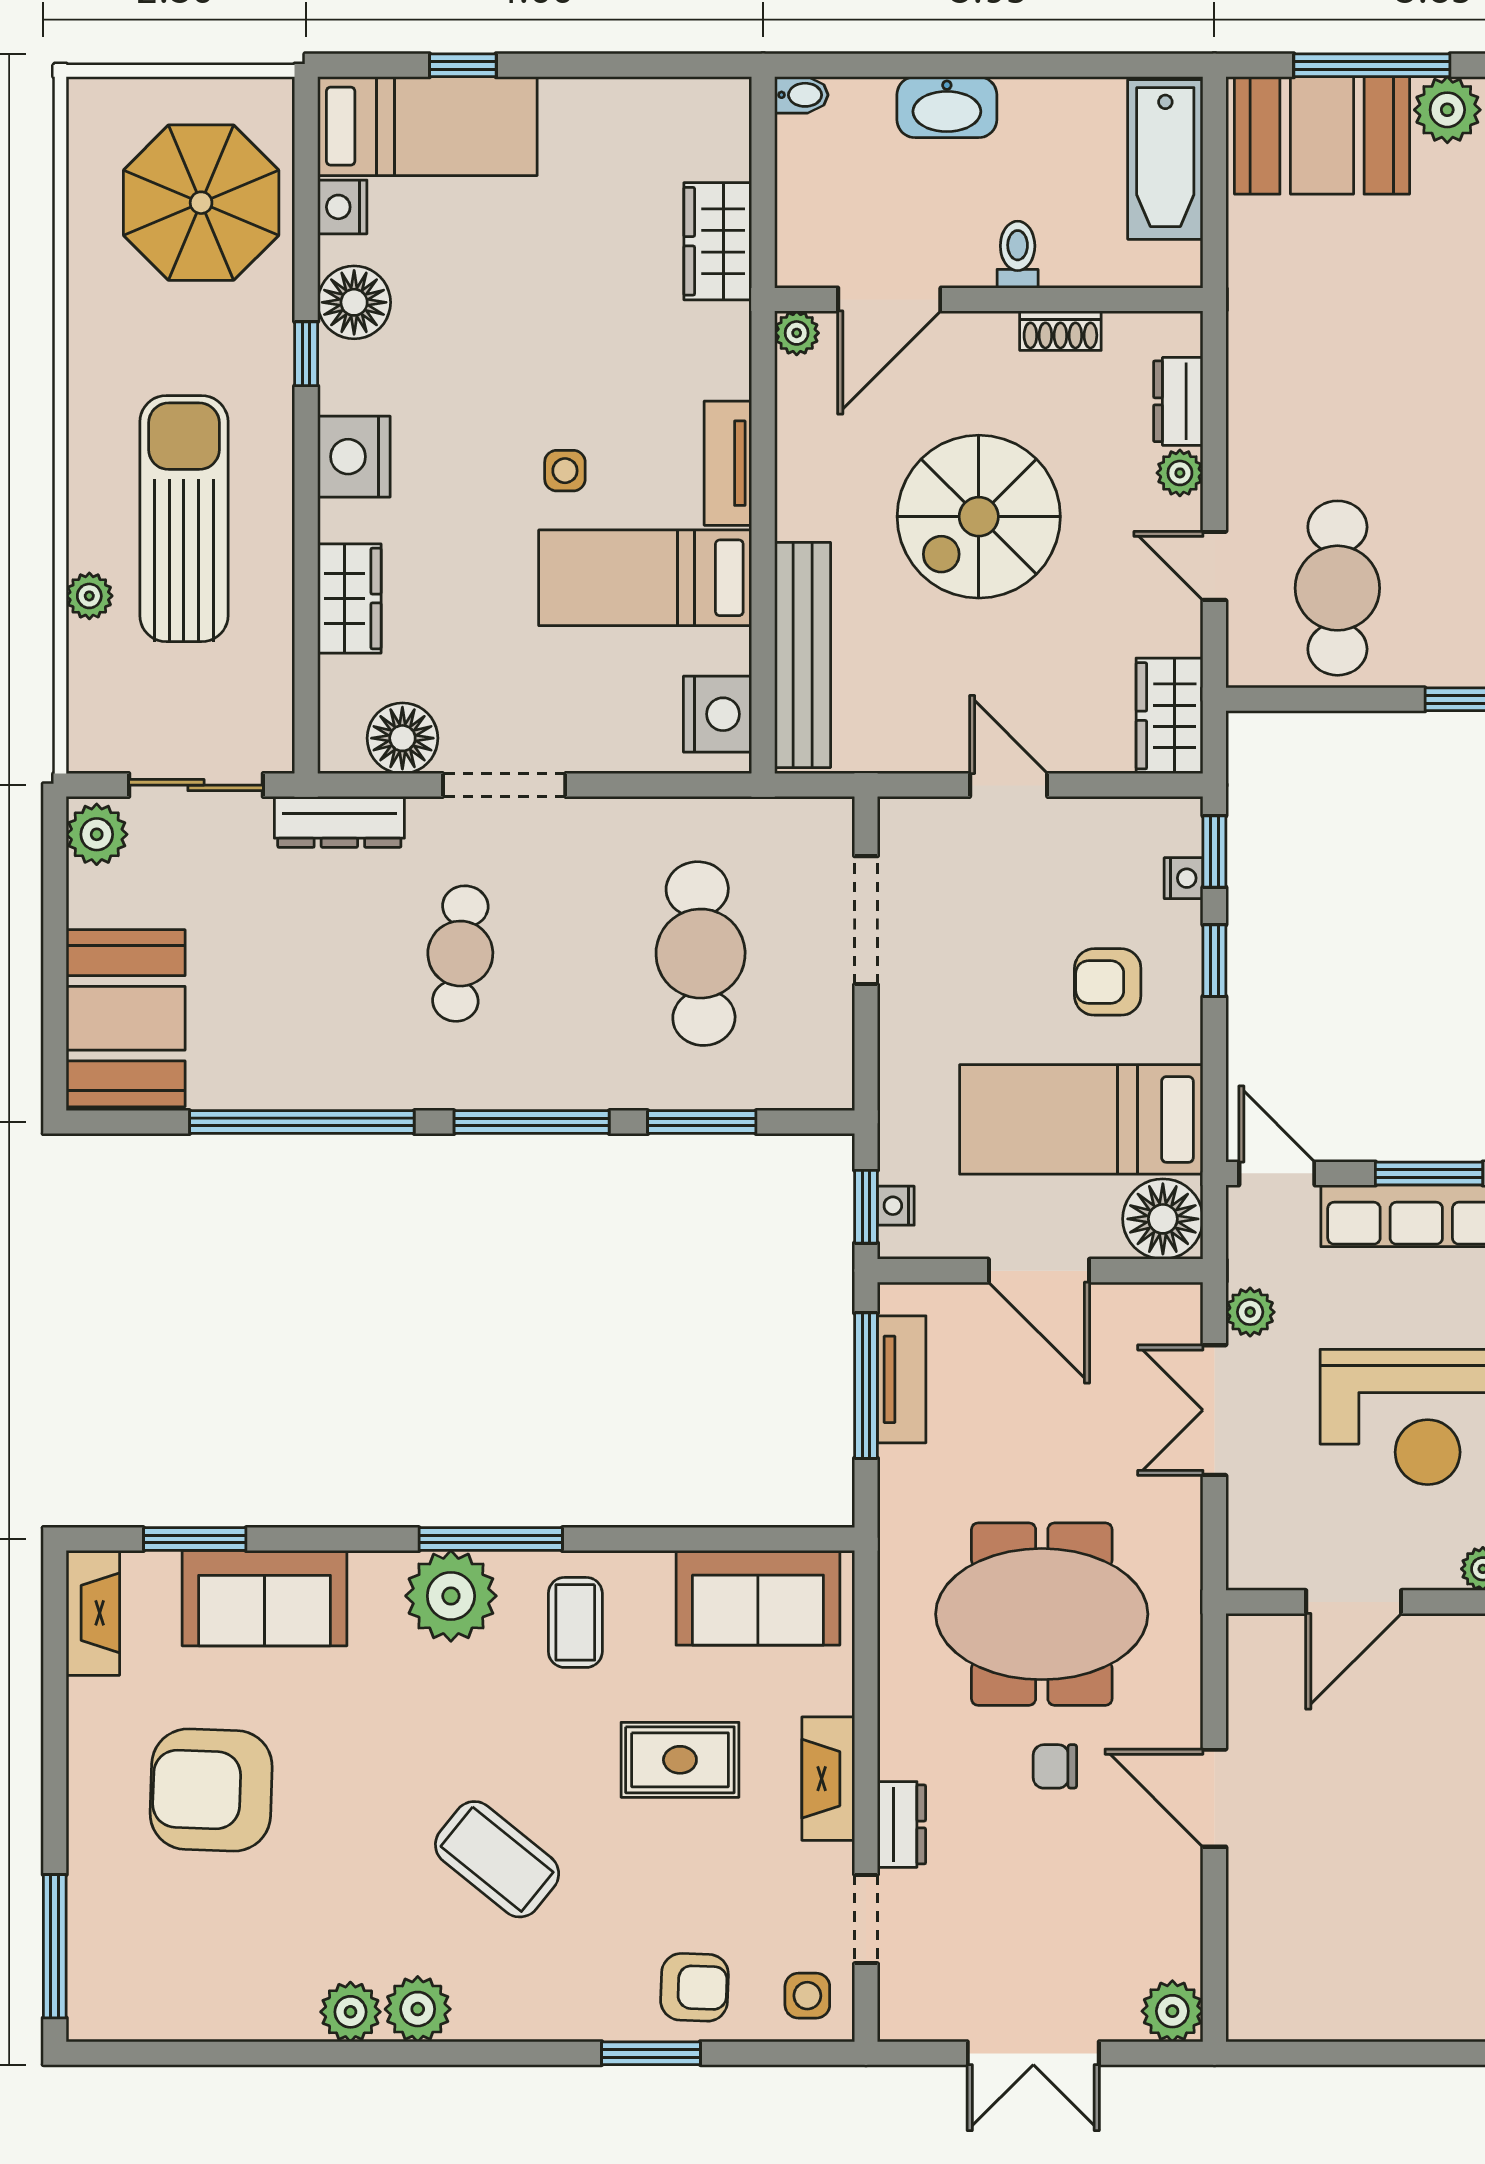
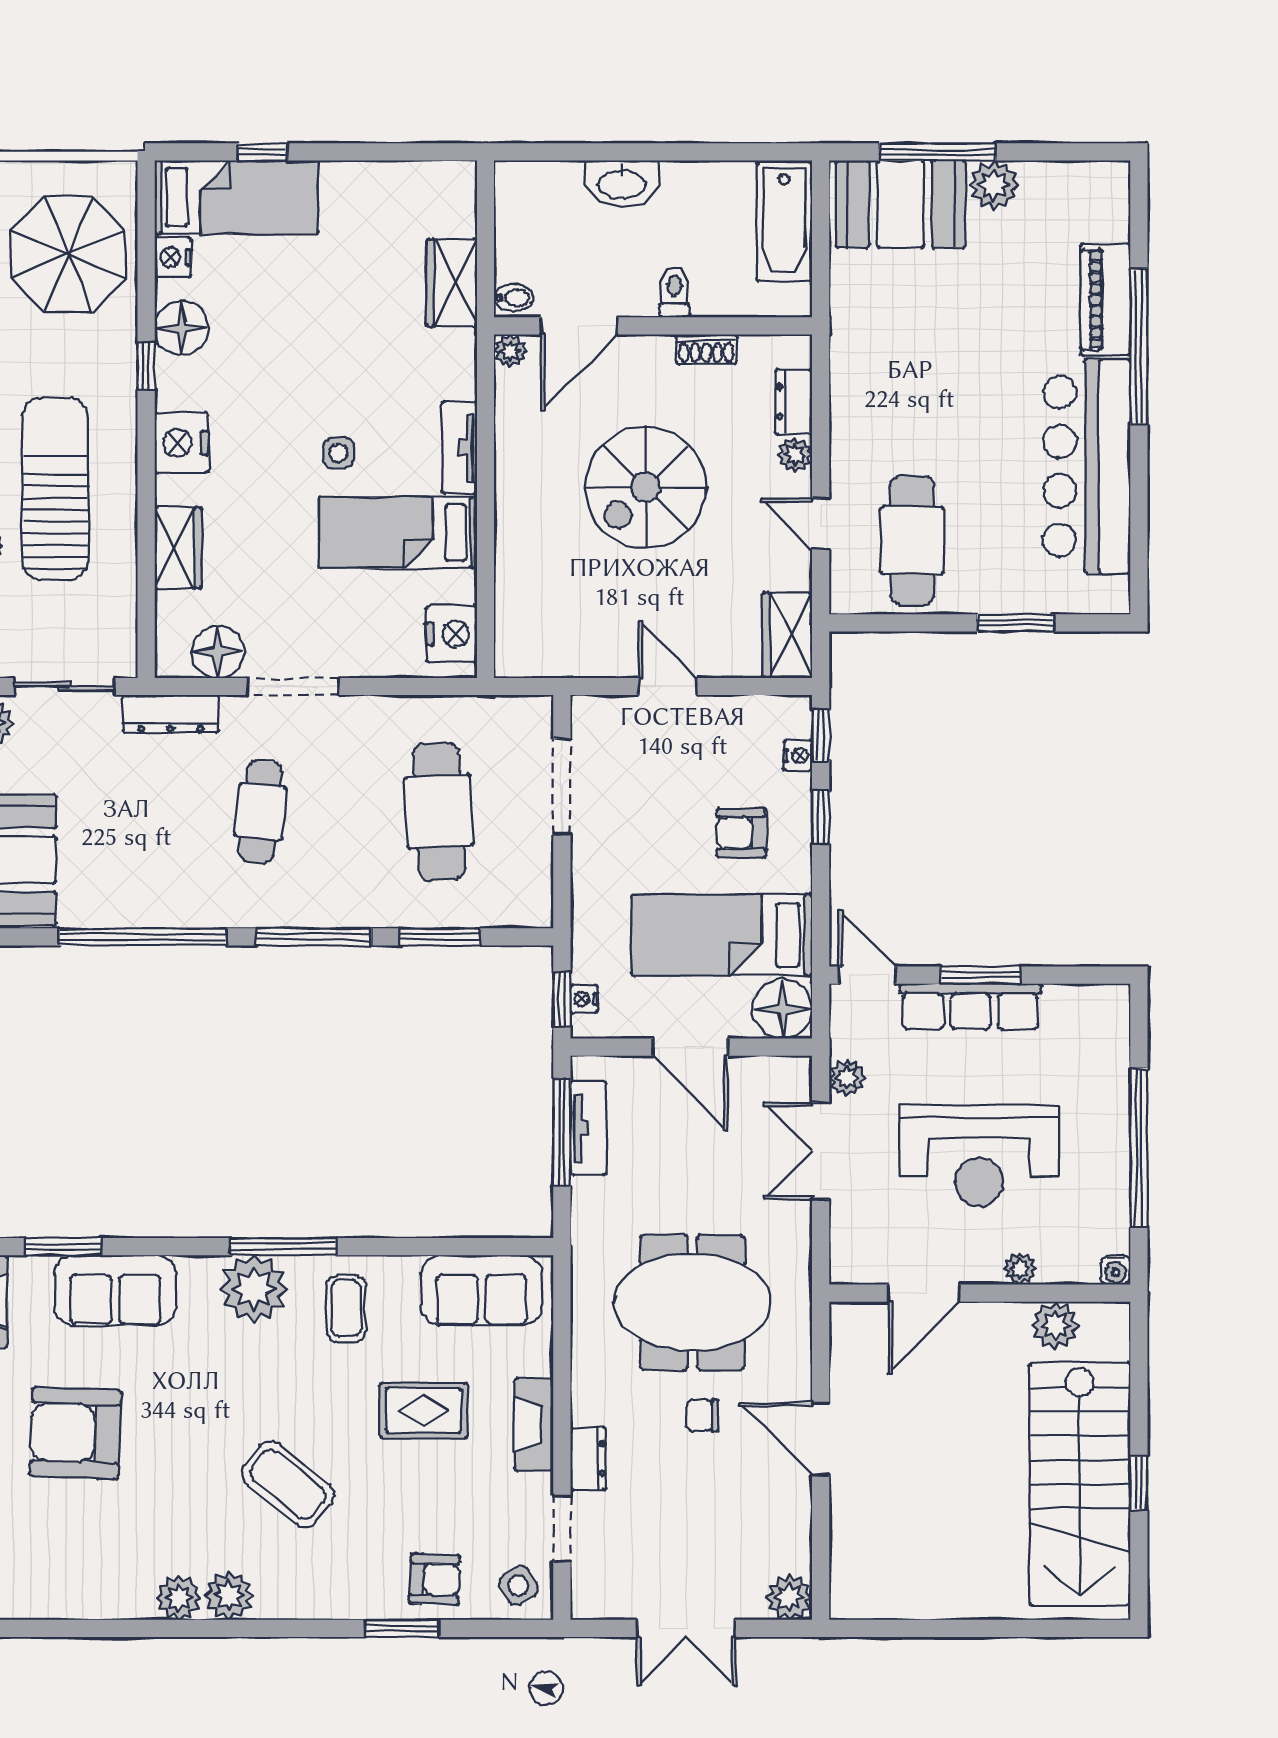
bidet: (801, 95) -> (514, 298), moved
bench: (803, 655) -> (515, 590), removed
side table: (807, 1996) -> (518, 1586), turned -30

